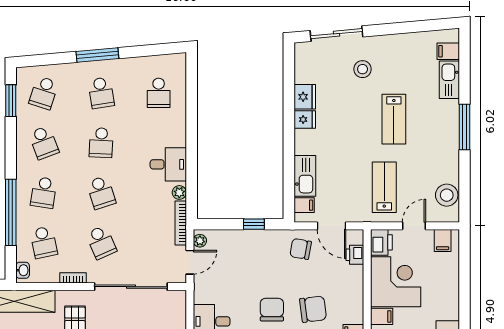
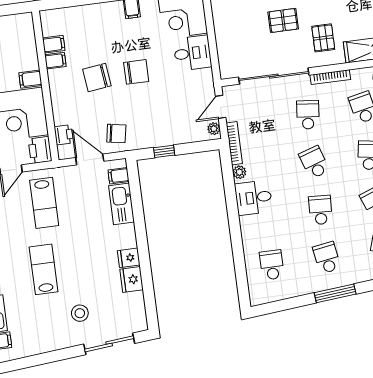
school desk: (101, 242) -> (308, 115), turned 30
bookcase: (73, 278) -> (330, 77), width x1.56
chair: (272, 310) -> (136, 72), turned -90

